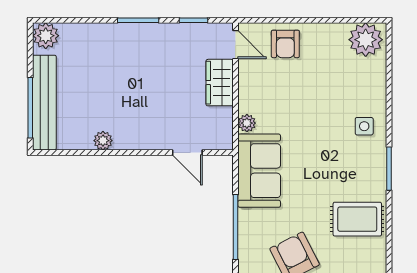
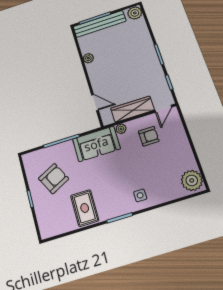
armchair: (285, 44) -> (149, 136), moved, turned 180
wardrobe: (220, 83) -> (132, 109), width x1.50
door: (187, 152) -> (95, 103), swing flipped

